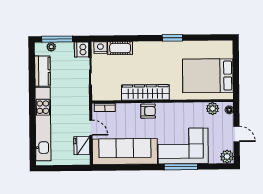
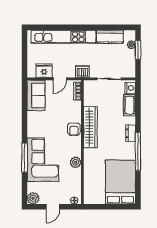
window: (172, 38) -> (138, 151), width x2.11
window: (57, 39) -> (138, 50), width x0.69
dresser: (152, 47) -> (131, 133), added
dishwasher: (82, 49) -> (82, 71), moved
bed: (208, 76) -> (120, 182), moved
plant: (213, 108) -> (76, 162), moved
sofa: (125, 152) -> (36, 95), width x0.54, depth x0.79

